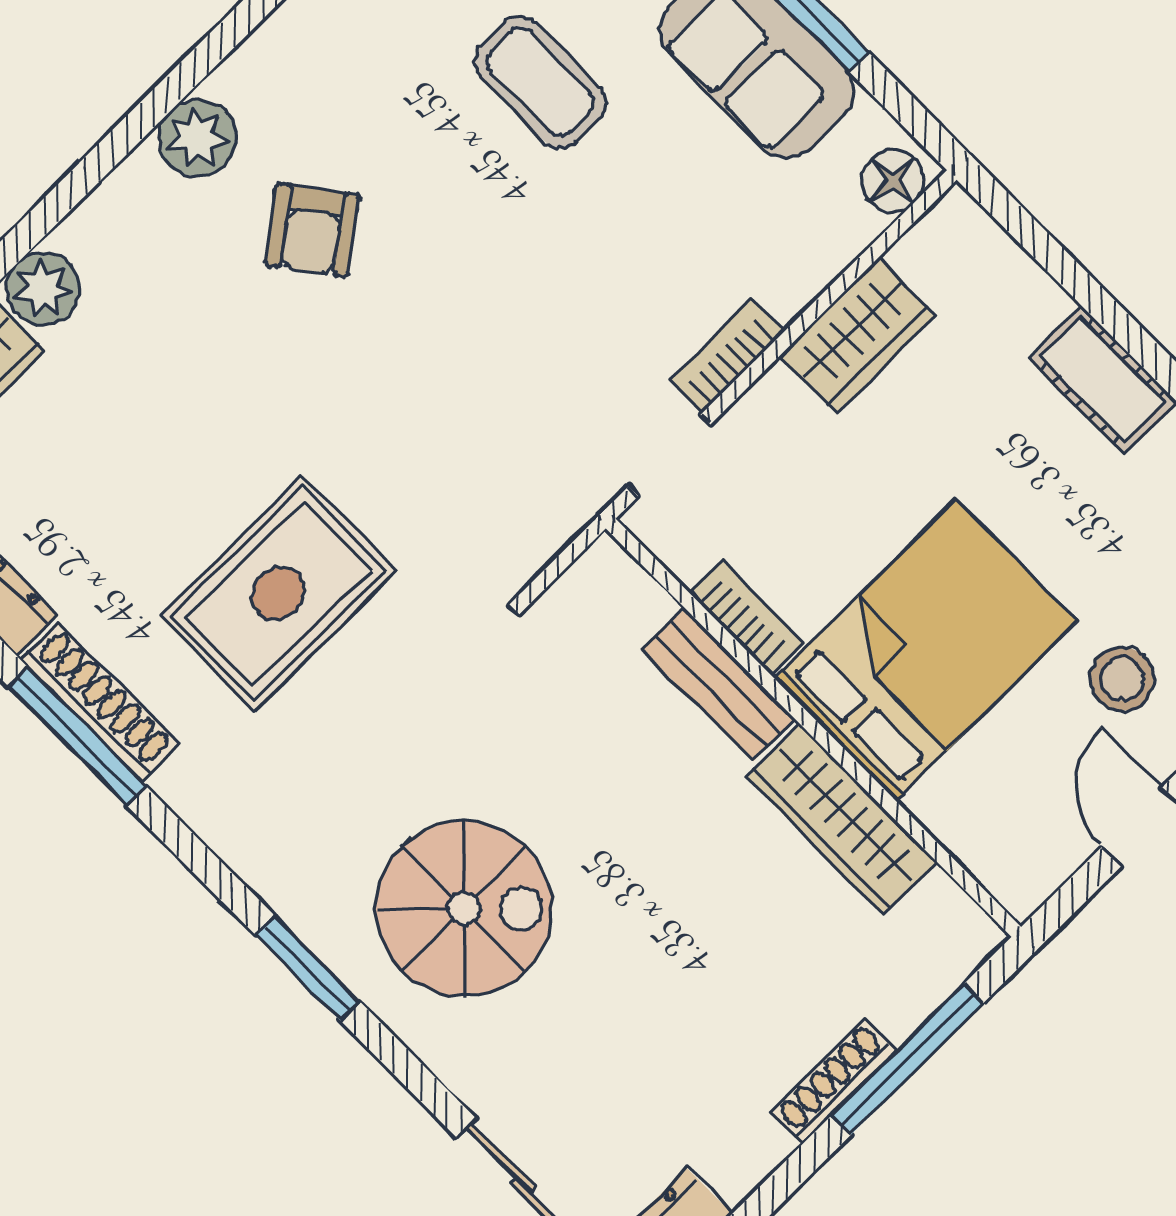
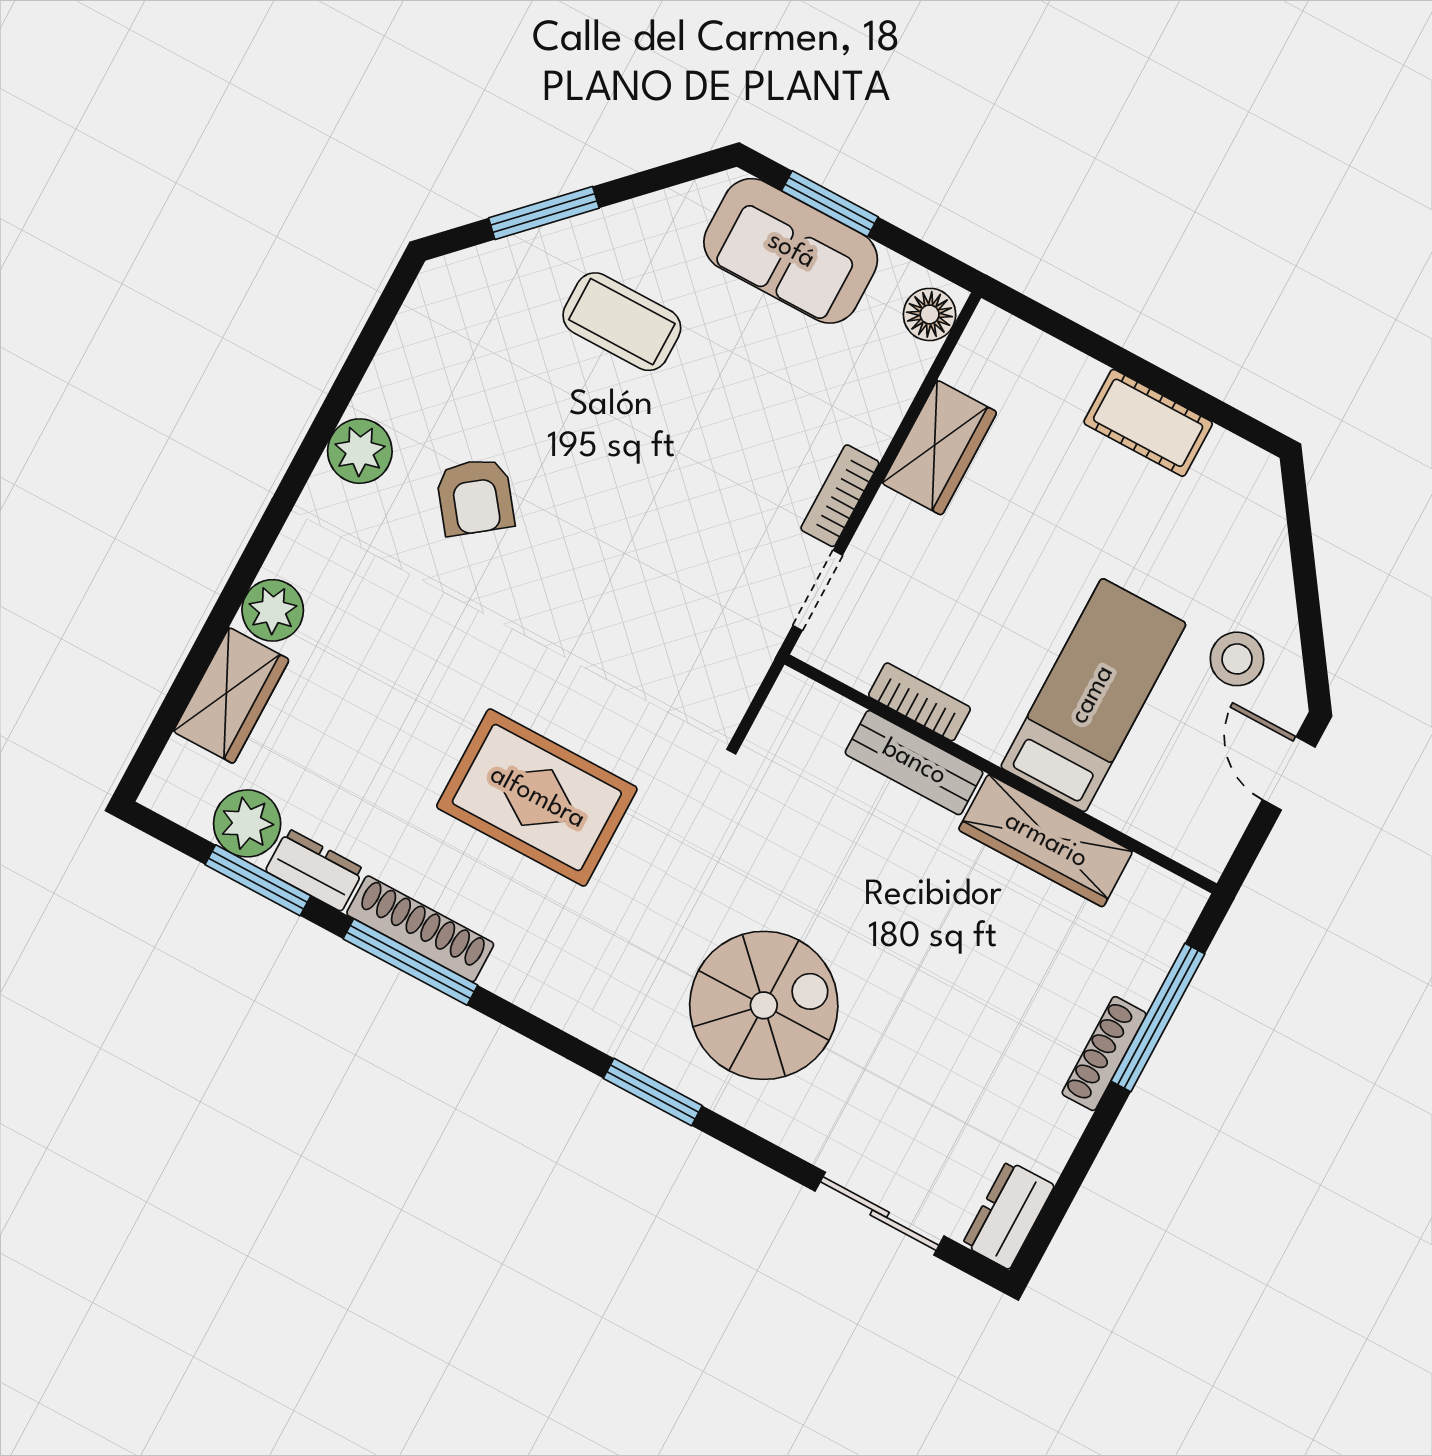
rug: (278, 593) -> (537, 798), turned 90
bed: (926, 650) -> (1093, 695), width x0.67

